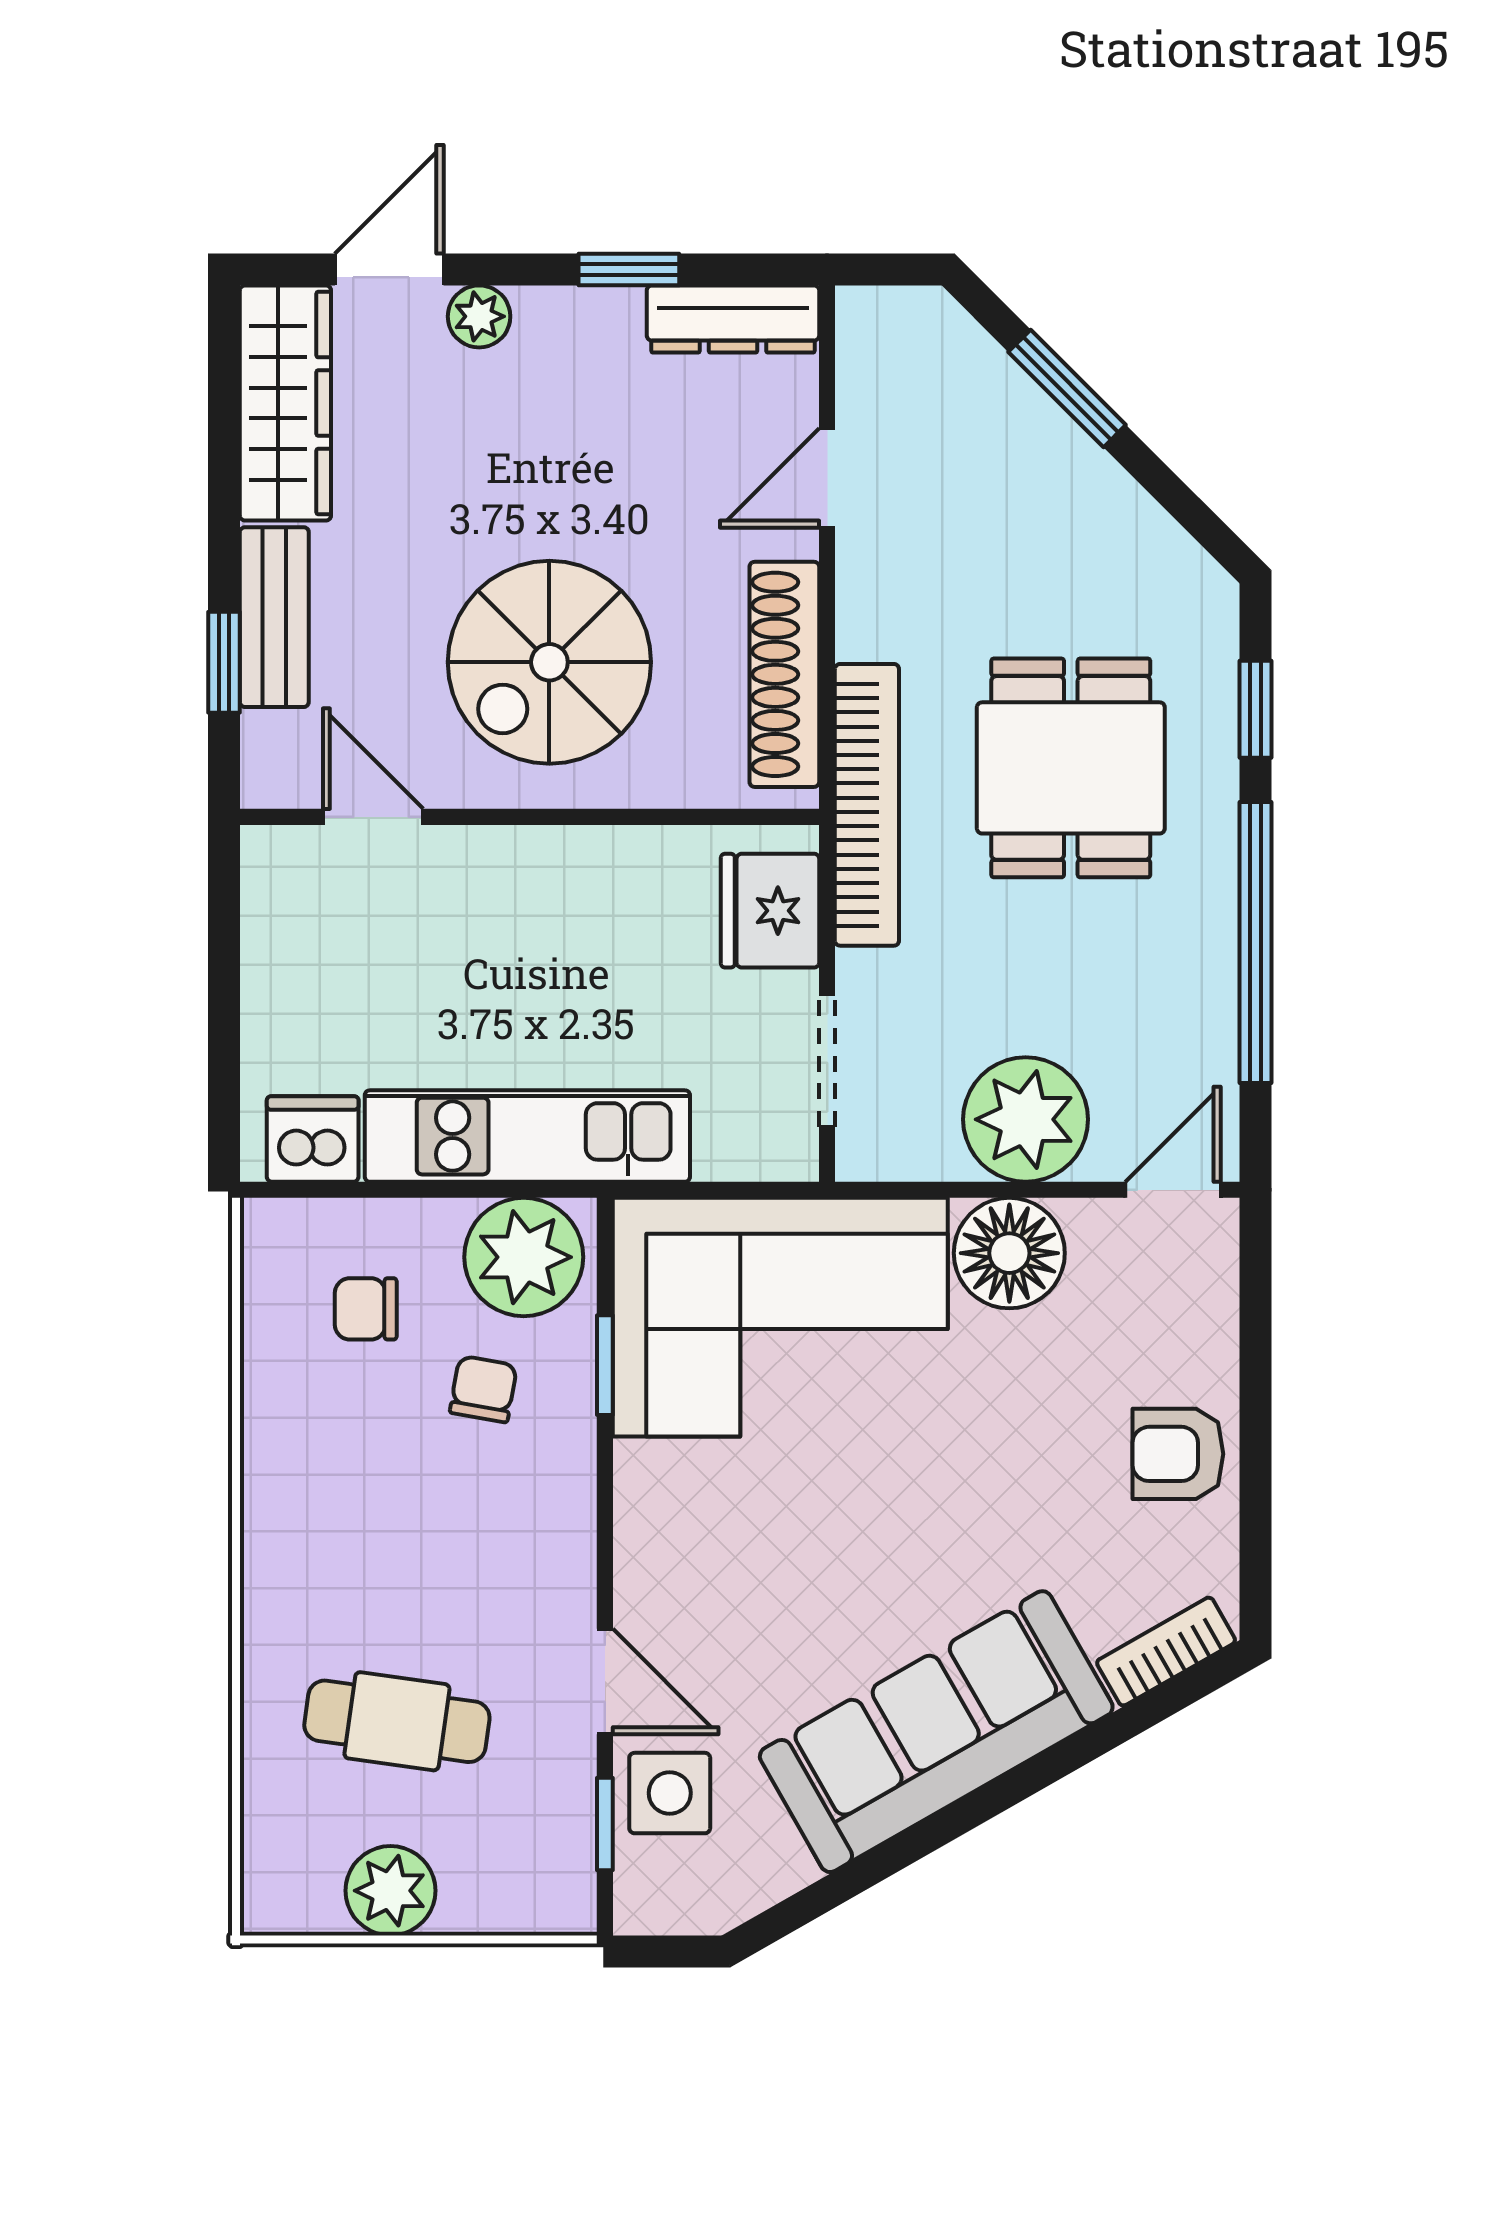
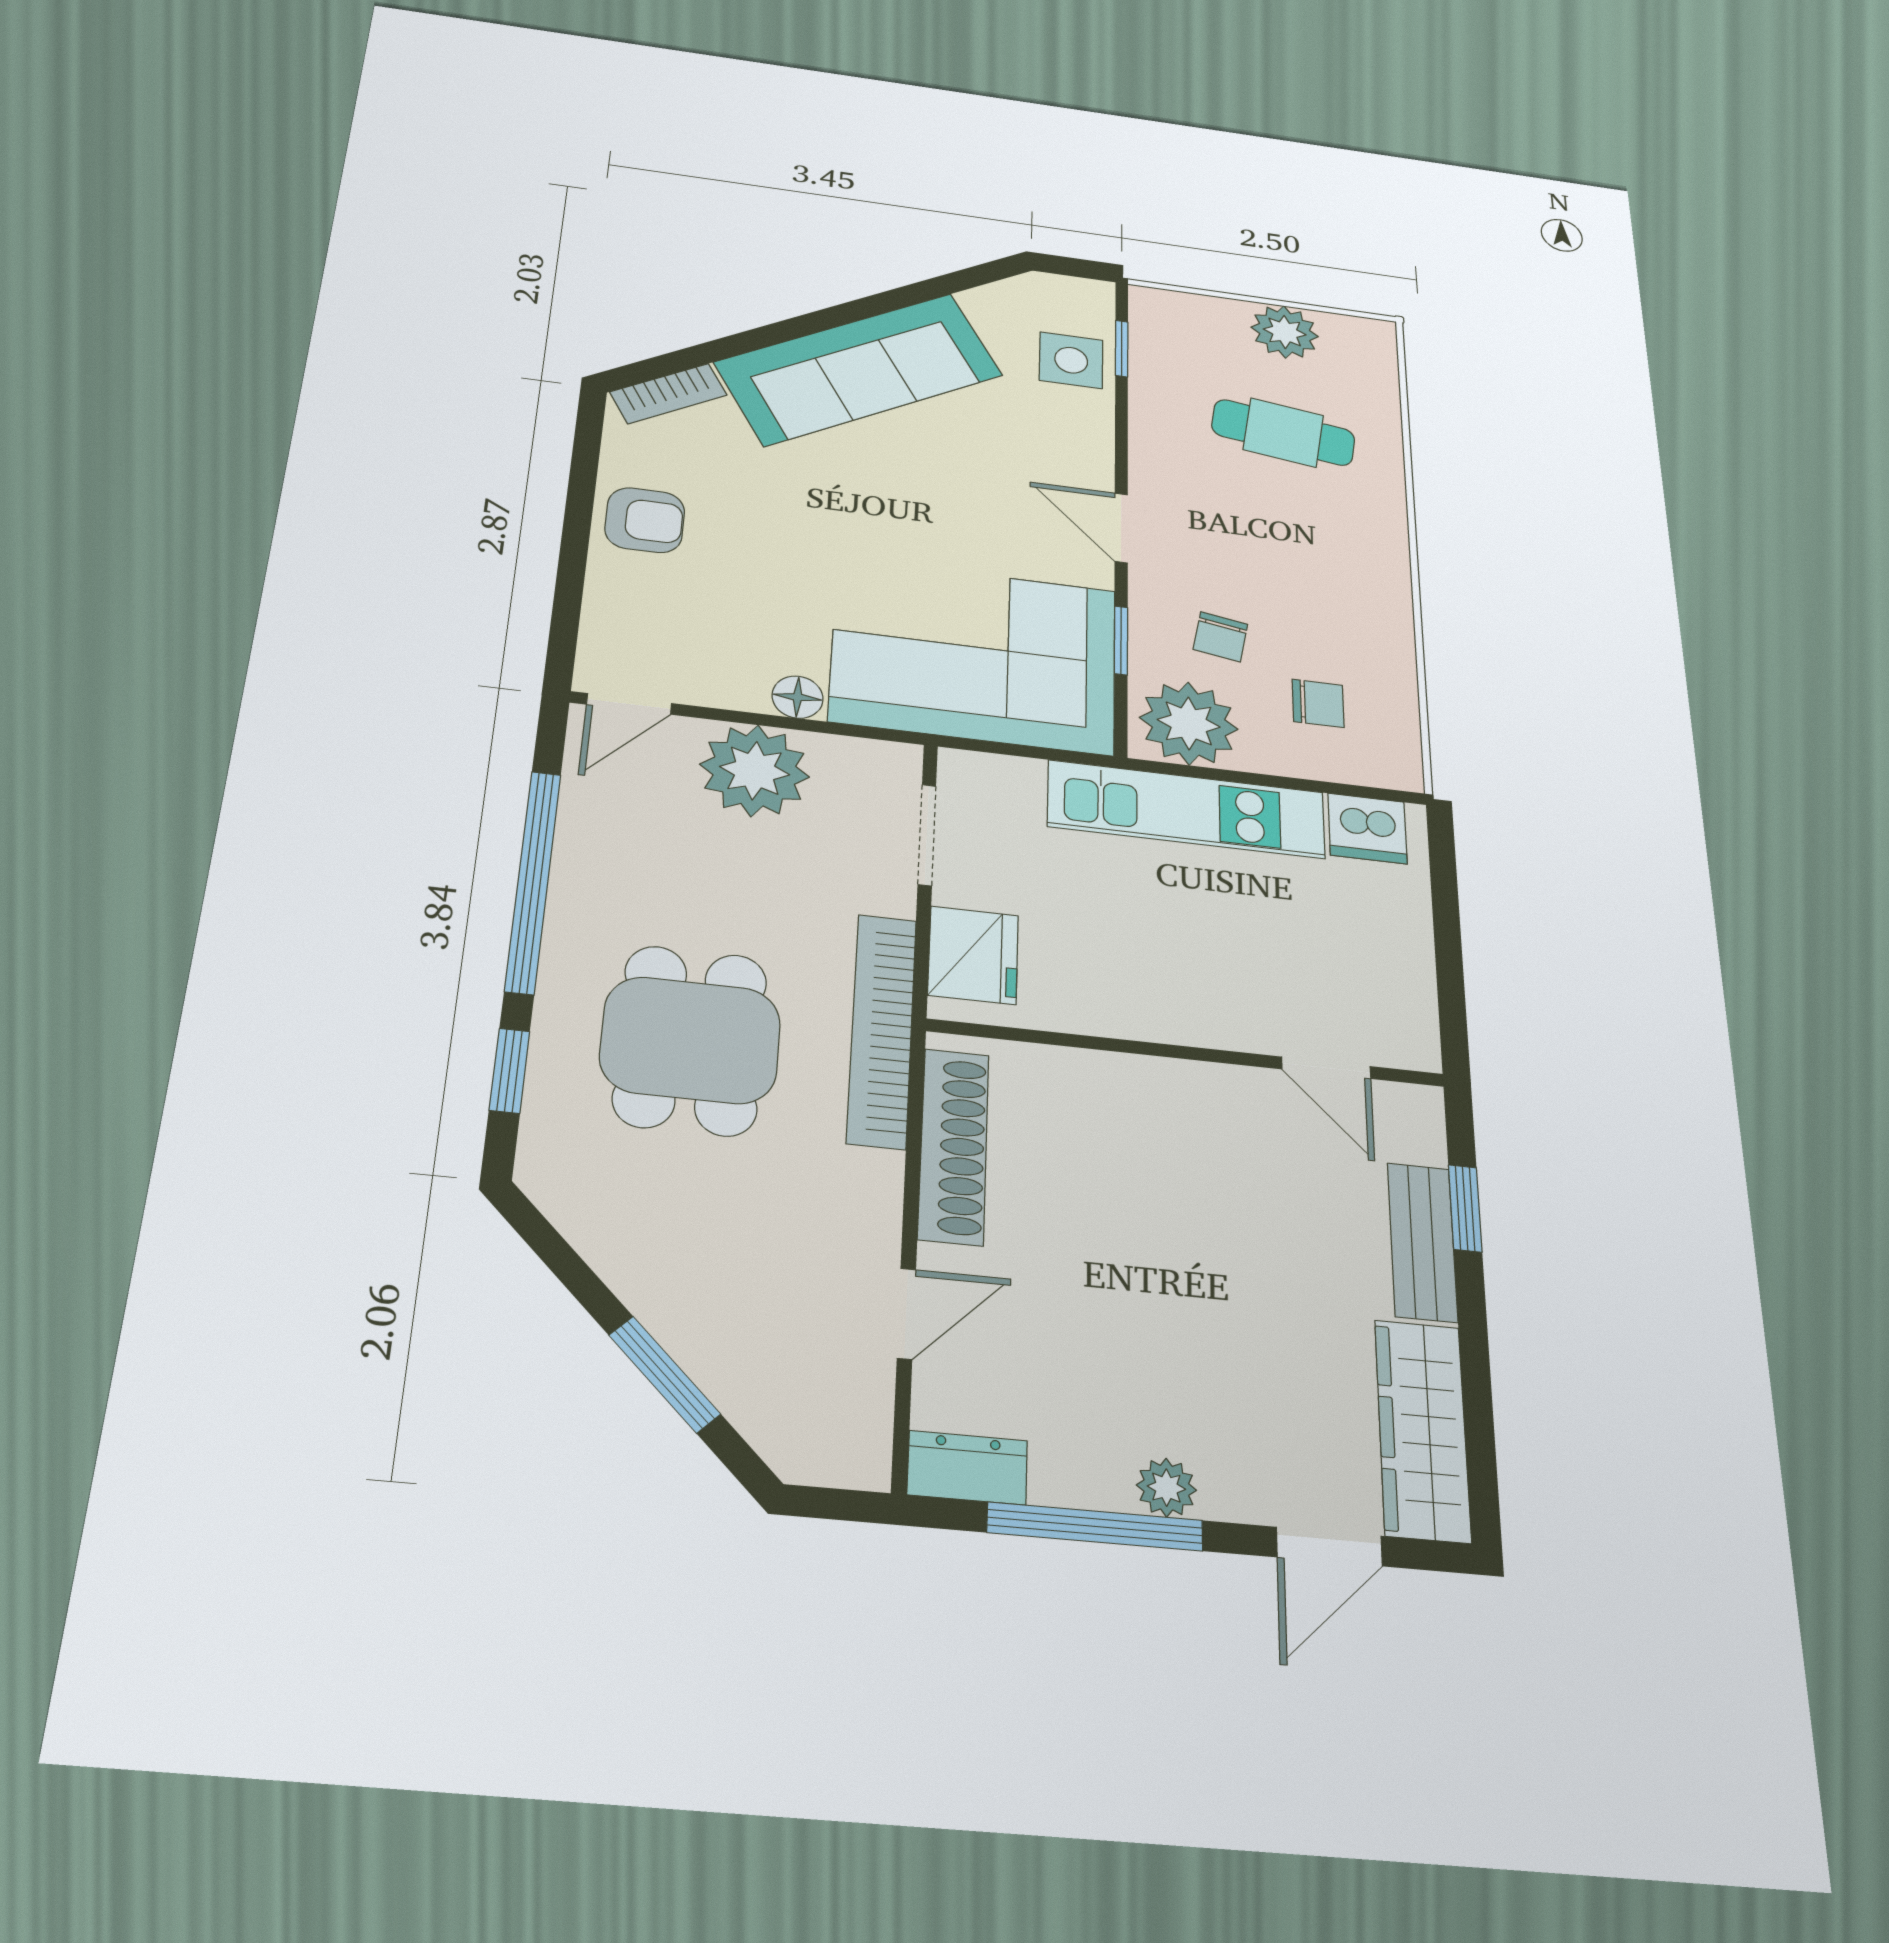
window: (629, 269) -> (1095, 1526), width x2.17
plant: (479, 316) -> (1166, 1488), moved
dresser: (733, 319) -> (967, 1468), width x0.70
spiral stairs: (549, 662) -> (1171, 1178), removed
floor lamp: (1009, 1253) -> (798, 697), width x0.53, depth x0.53
door: (605, 1681) -> (1121, 528), moved

